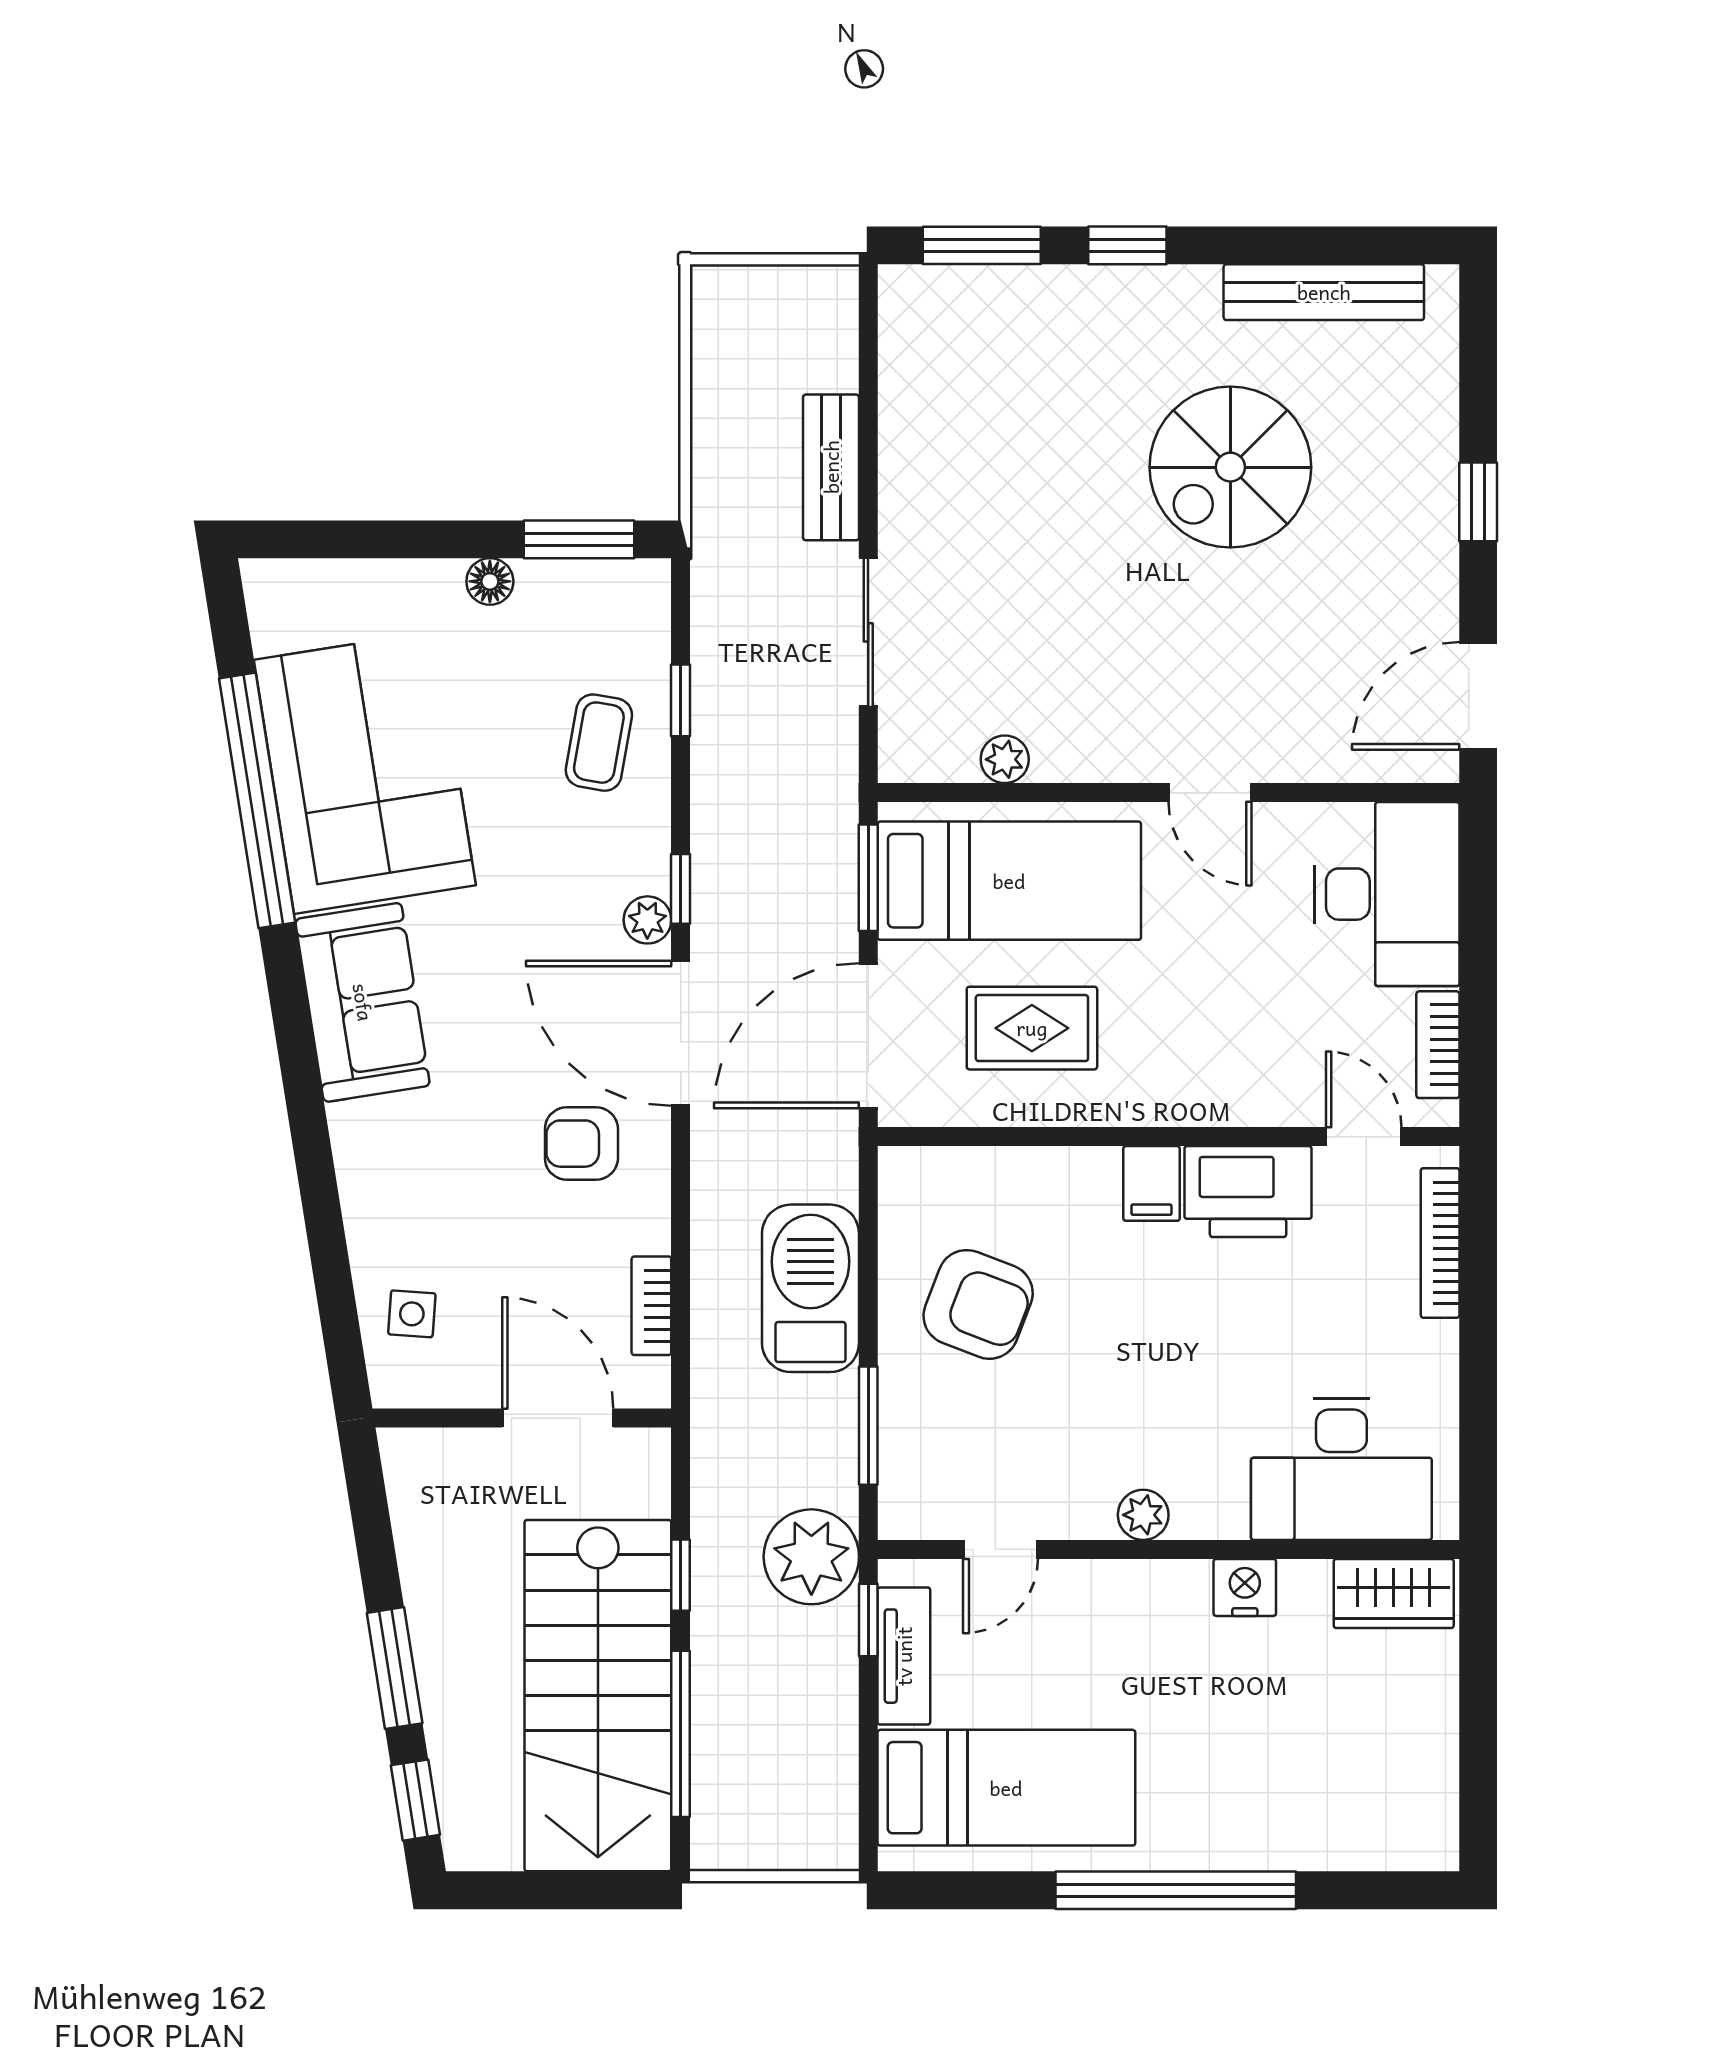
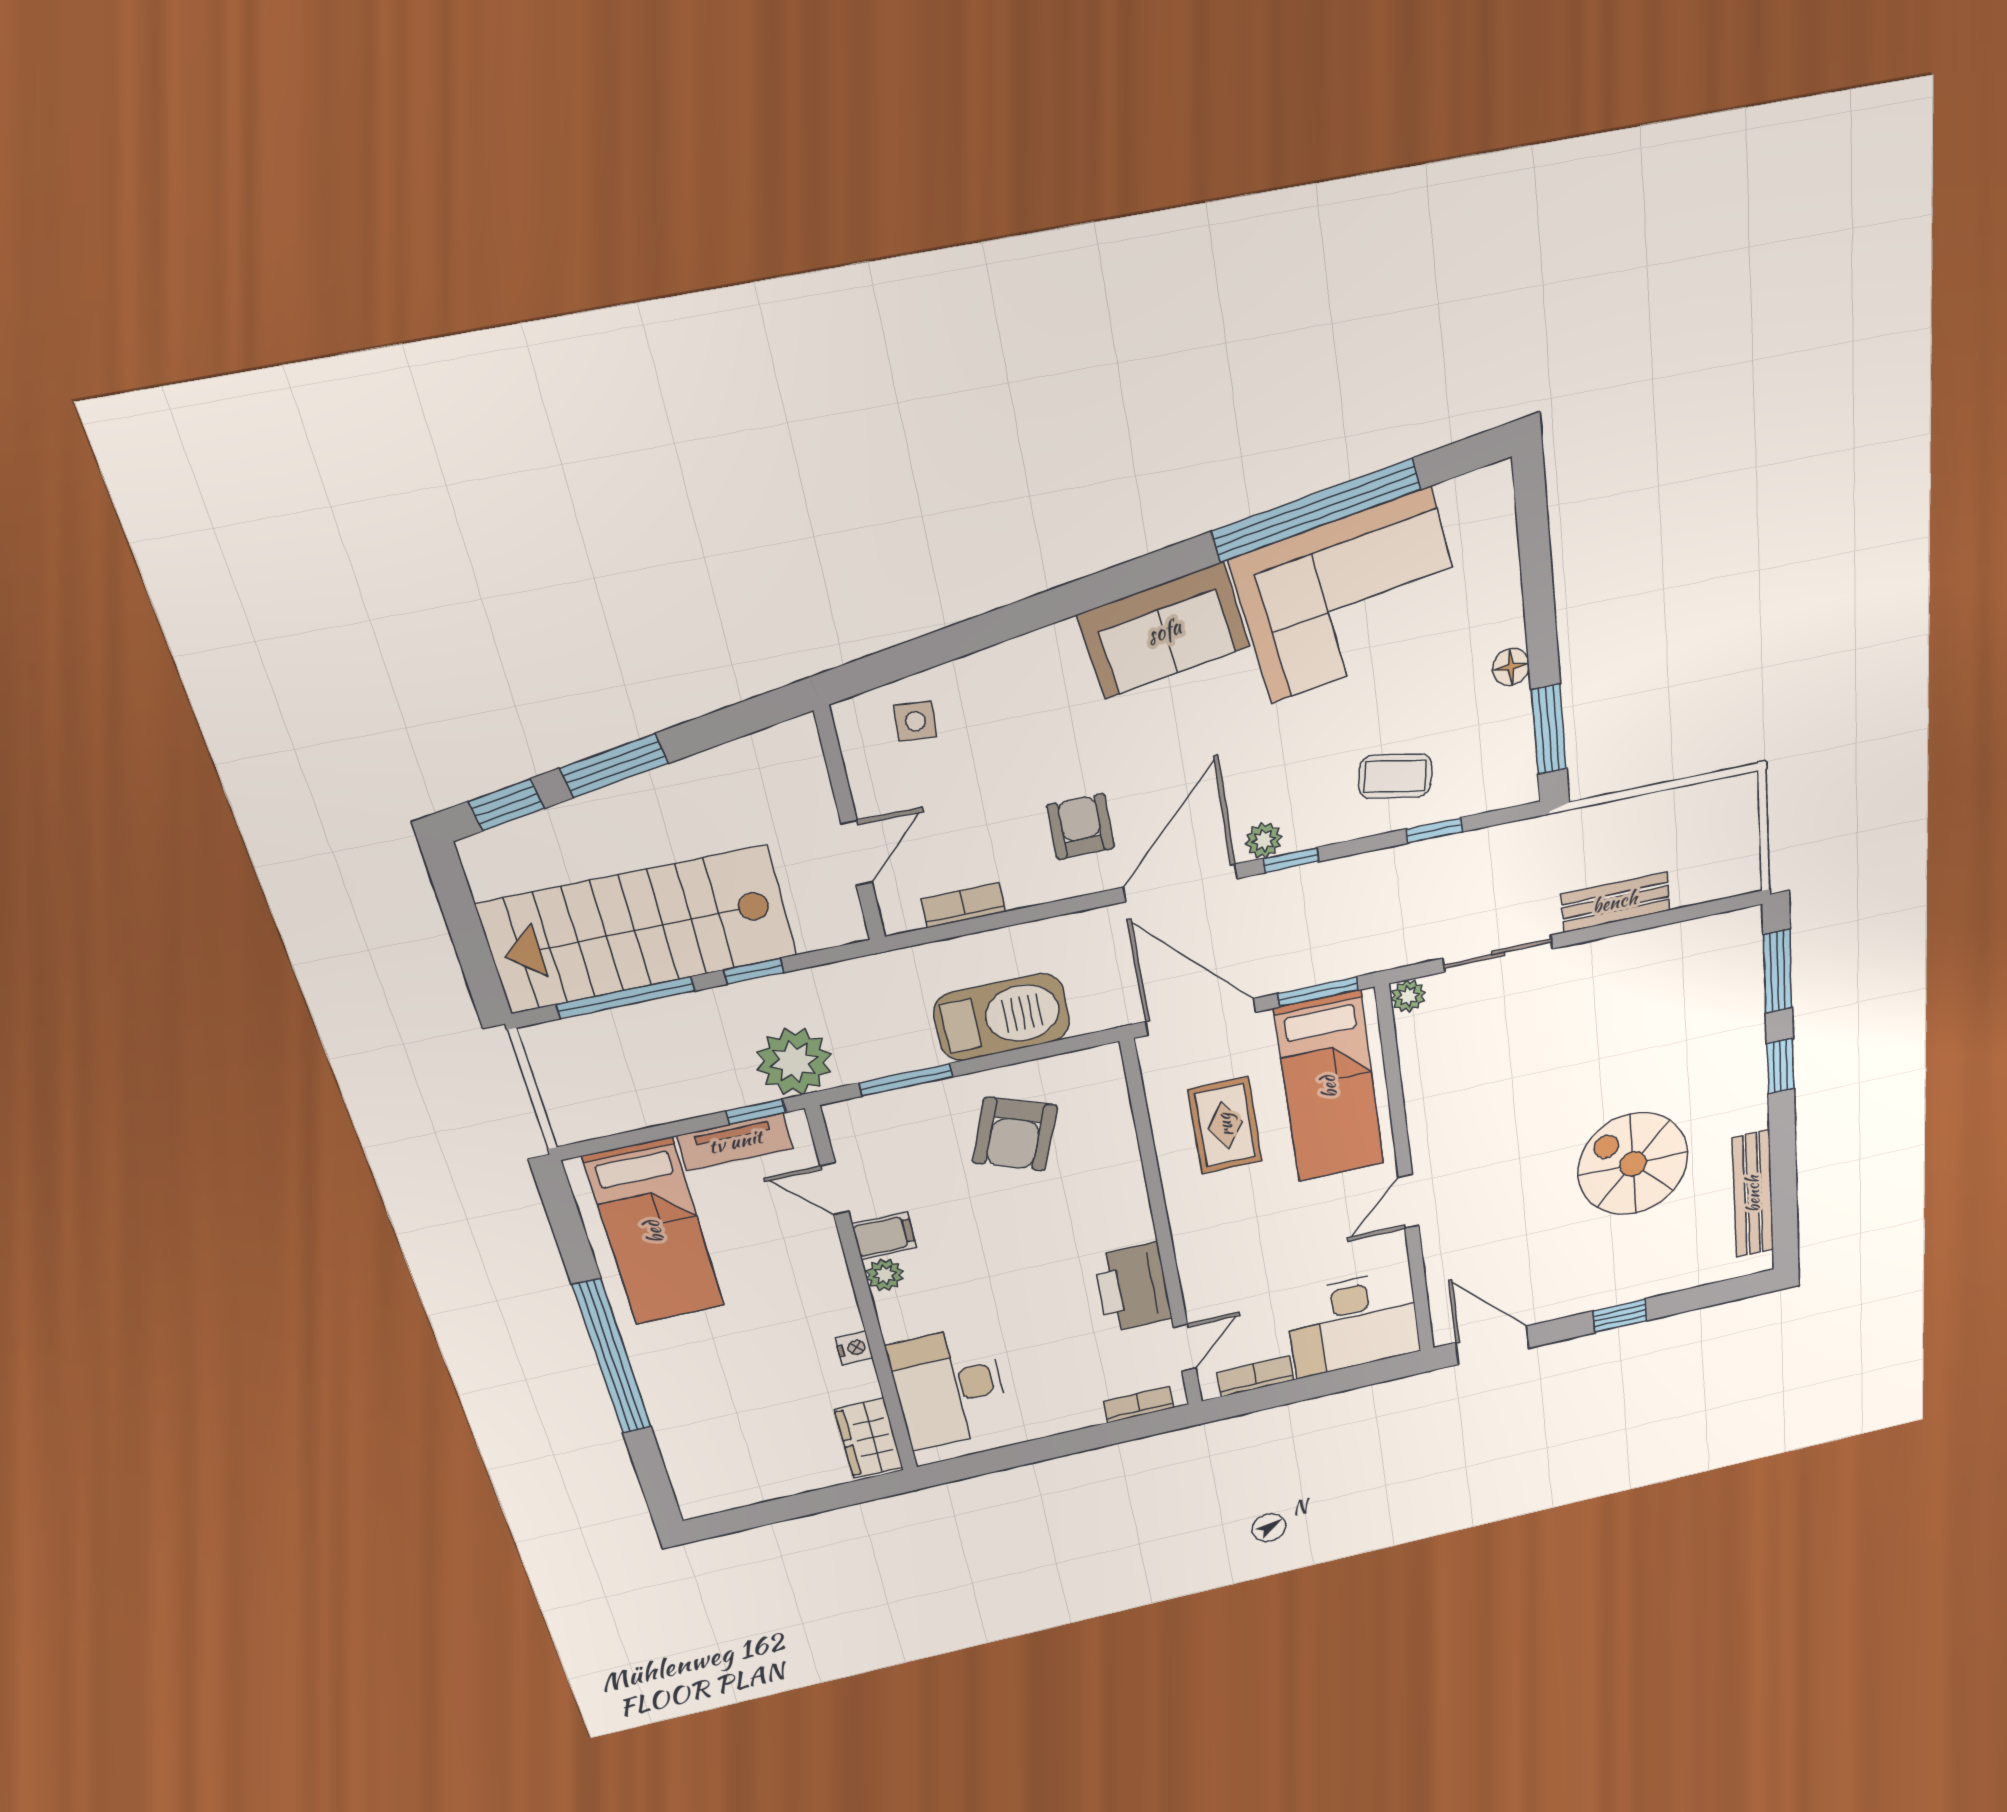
plant: (1005, 759) -> (1408, 996), moved
filing cabinet: (1151, 1183) -> (884, 1236), moved, turned 180
bookcase: (1440, 1243) -> (1139, 1405), width x0.64
door: (558, 1418) -> (857, 853), width x0.73
nightstand: (1245, 1587) -> (854, 1348), width x0.72, depth x0.74

